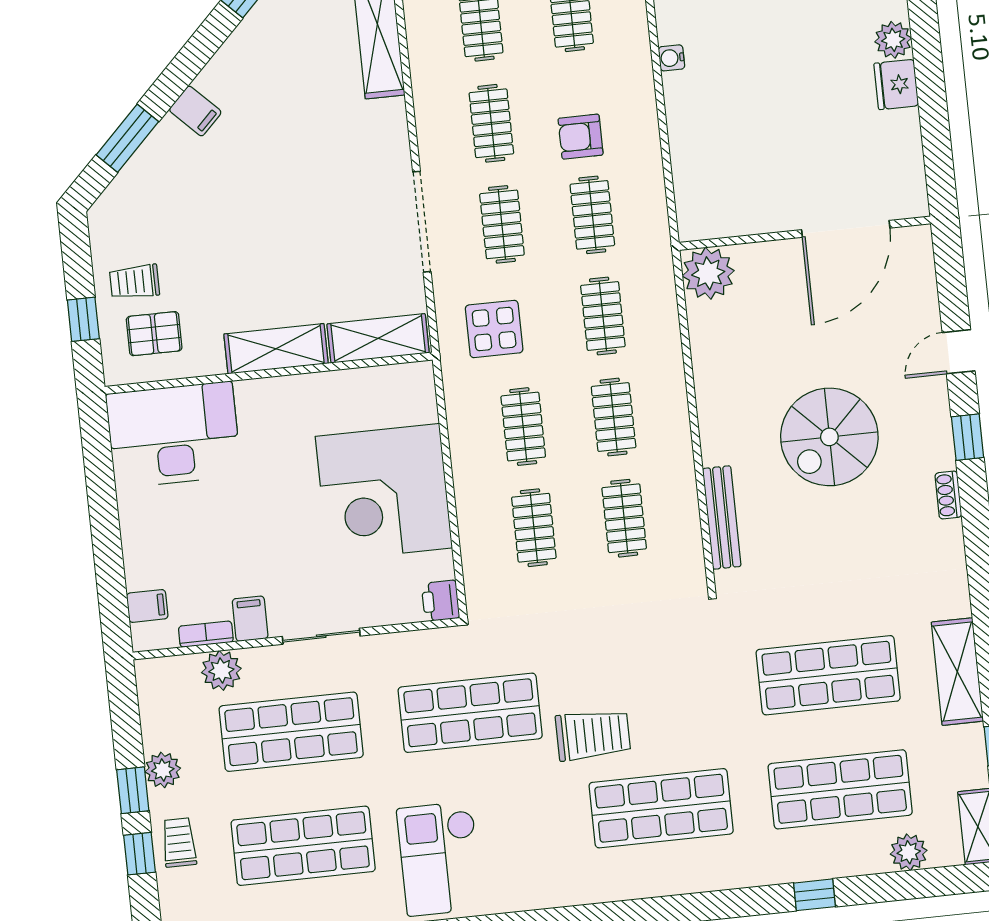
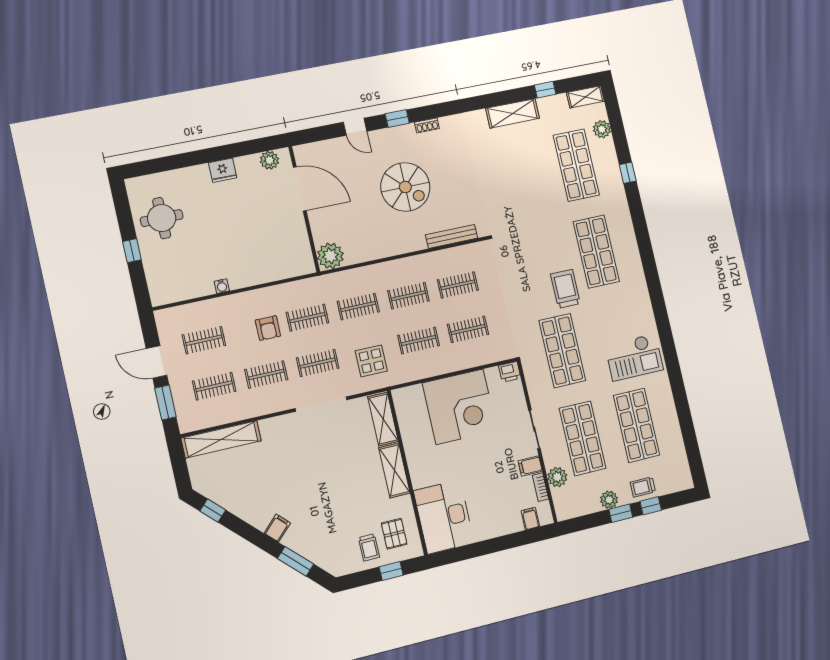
plant: (893, 40) -> (269, 160), moved
shop shelf: (828, 675) -> (522, 176), removed

